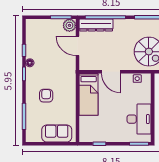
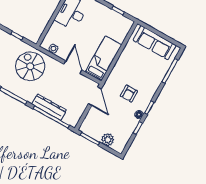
plant: (69, 25) -> (108, 140), moved
dresser: (96, 25) -> (49, 107), moved
door: (77, 46) -> (95, 96), moved
armchair: (46, 96) -> (129, 94), moved
sofa: (57, 133) -> (155, 43), width x1.36

